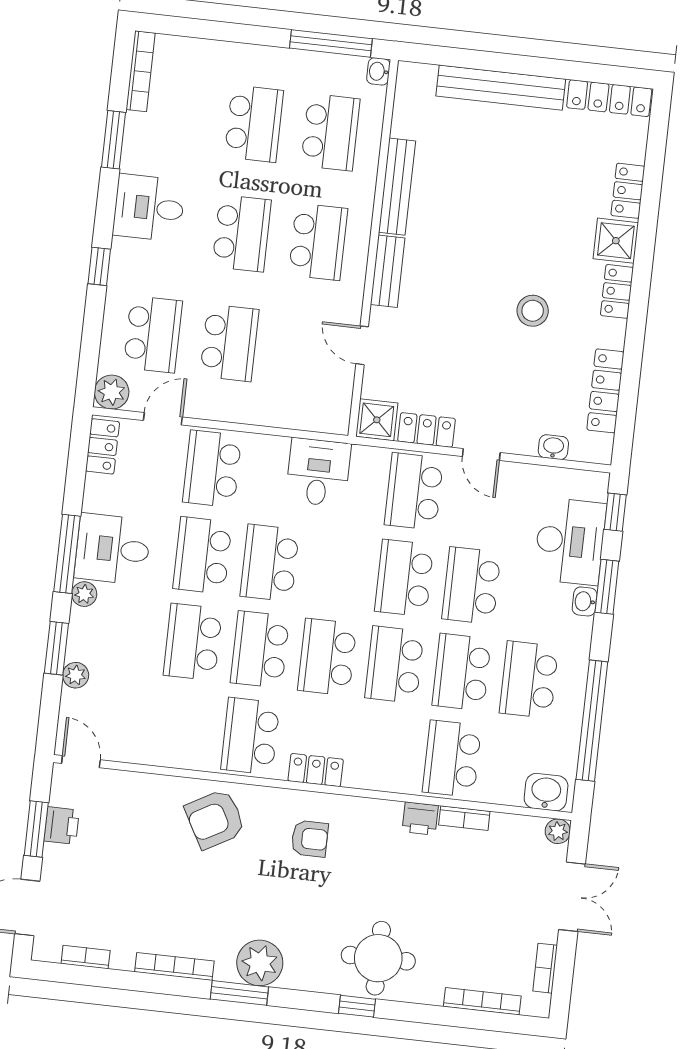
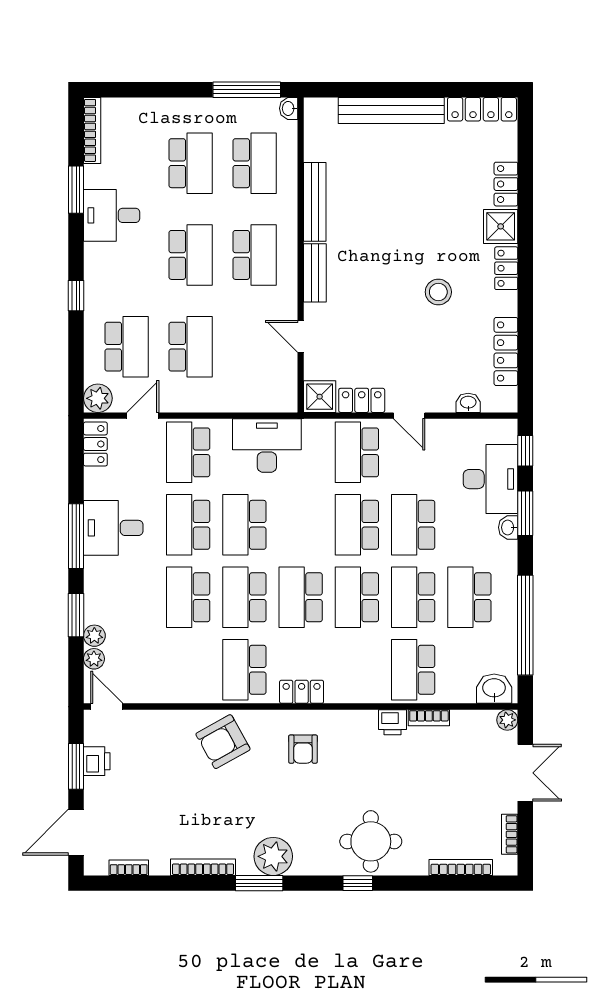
desk: (149, 208) -> (112, 215), moved
desk: (318, 472) -> (267, 445), width x1.37
plant: (84, 594) -> (94, 659), moved
armchair: (310, 839) -> (303, 749), turned 90

